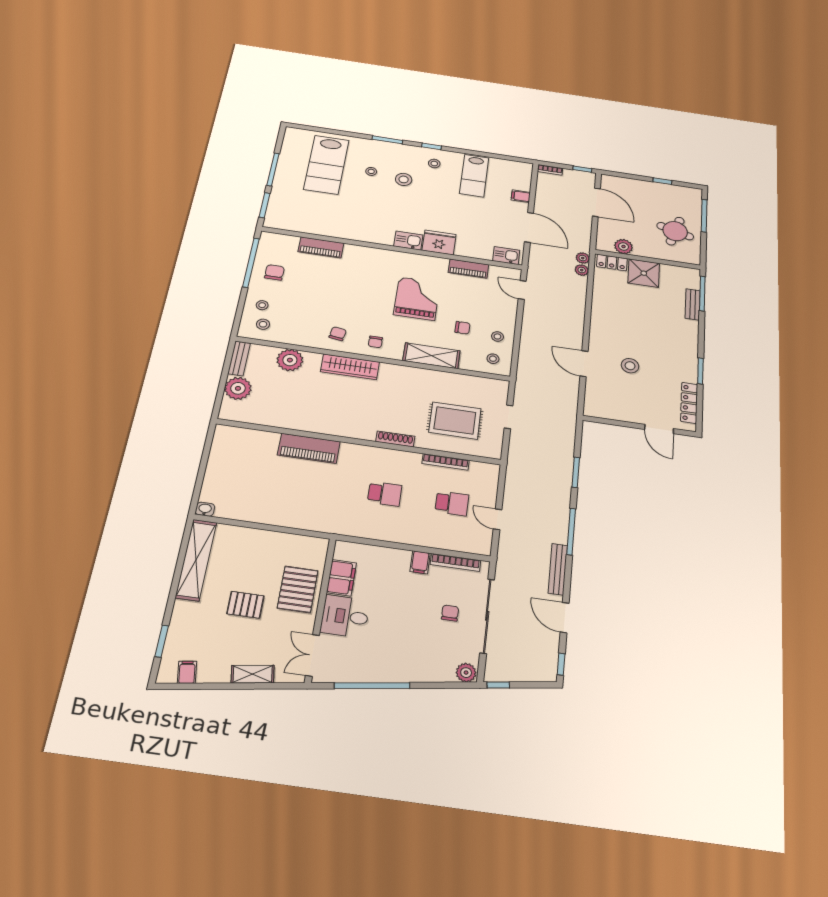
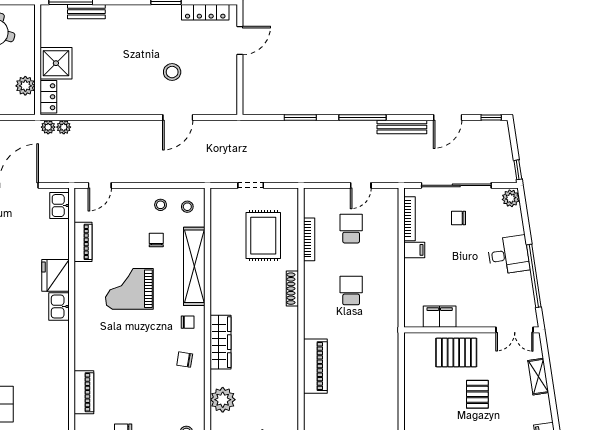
shelving: (431, 356) -> (194, 266), width x1.47
desk: (345, 616) -> (508, 255), moved, turned -99

